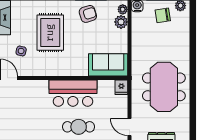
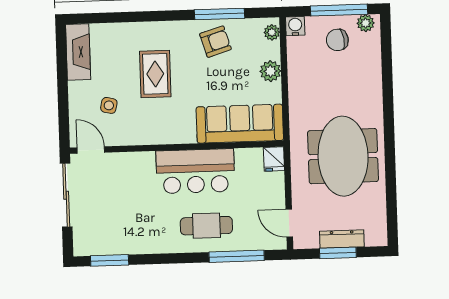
plant: (121, 22) -> (270, 71), moved
rug: (50, 33) -> (155, 74), width x0.73, depth x0.70
sofa: (108, 65) -> (240, 124), width x1.36

